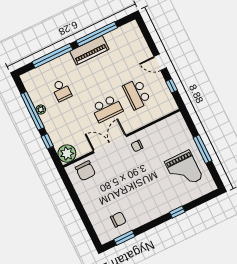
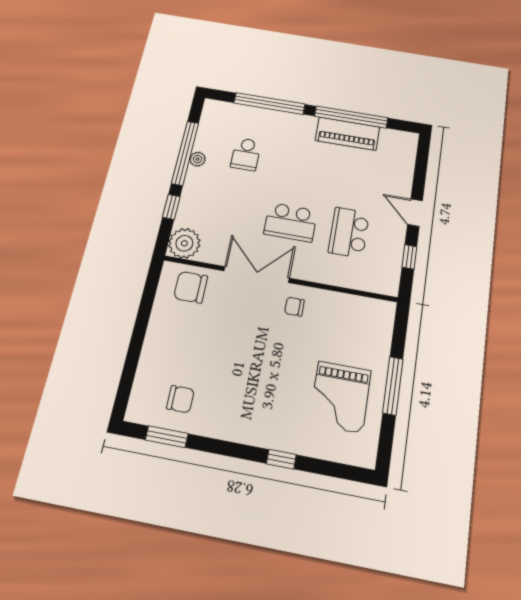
piano: (89, 50) -> (347, 134), moved
chair: (85, 171) -> (191, 287), turned 90

